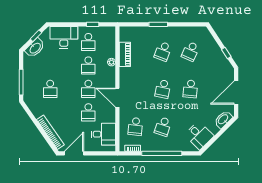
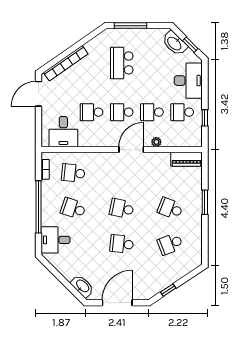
school desk: (190, 51) -> (170, 244), turned -45
piano: (125, 54) -> (187, 159), moved
school desk: (50, 89) -> (122, 63), width x1.85
door: (236, 92) -> (117, 303), hinge flipped
door: (117, 98) -> (131, 150), moved
desk: (199, 135) -> (56, 240), moved, turned 45
door: (74, 153) -> (39, 94), swing flipped

